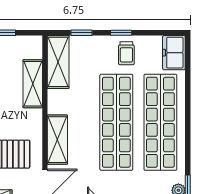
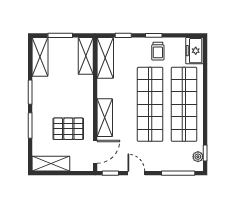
shelving: (33, 84) -> (86, 56), moved

